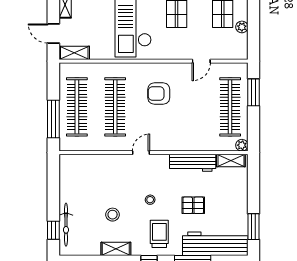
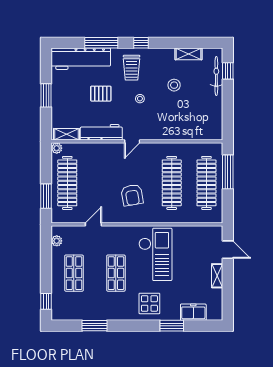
plant: (242, 27) -> (57, 241), moved
shelving: (74, 53) -> (209, 232), removed
armchair: (159, 94) -> (132, 195), turned 80
door: (141, 153) -> (132, 141), moved
window: (253, 227) -> (46, 95), moved
shelving: (116, 249) -> (188, 54), moved

